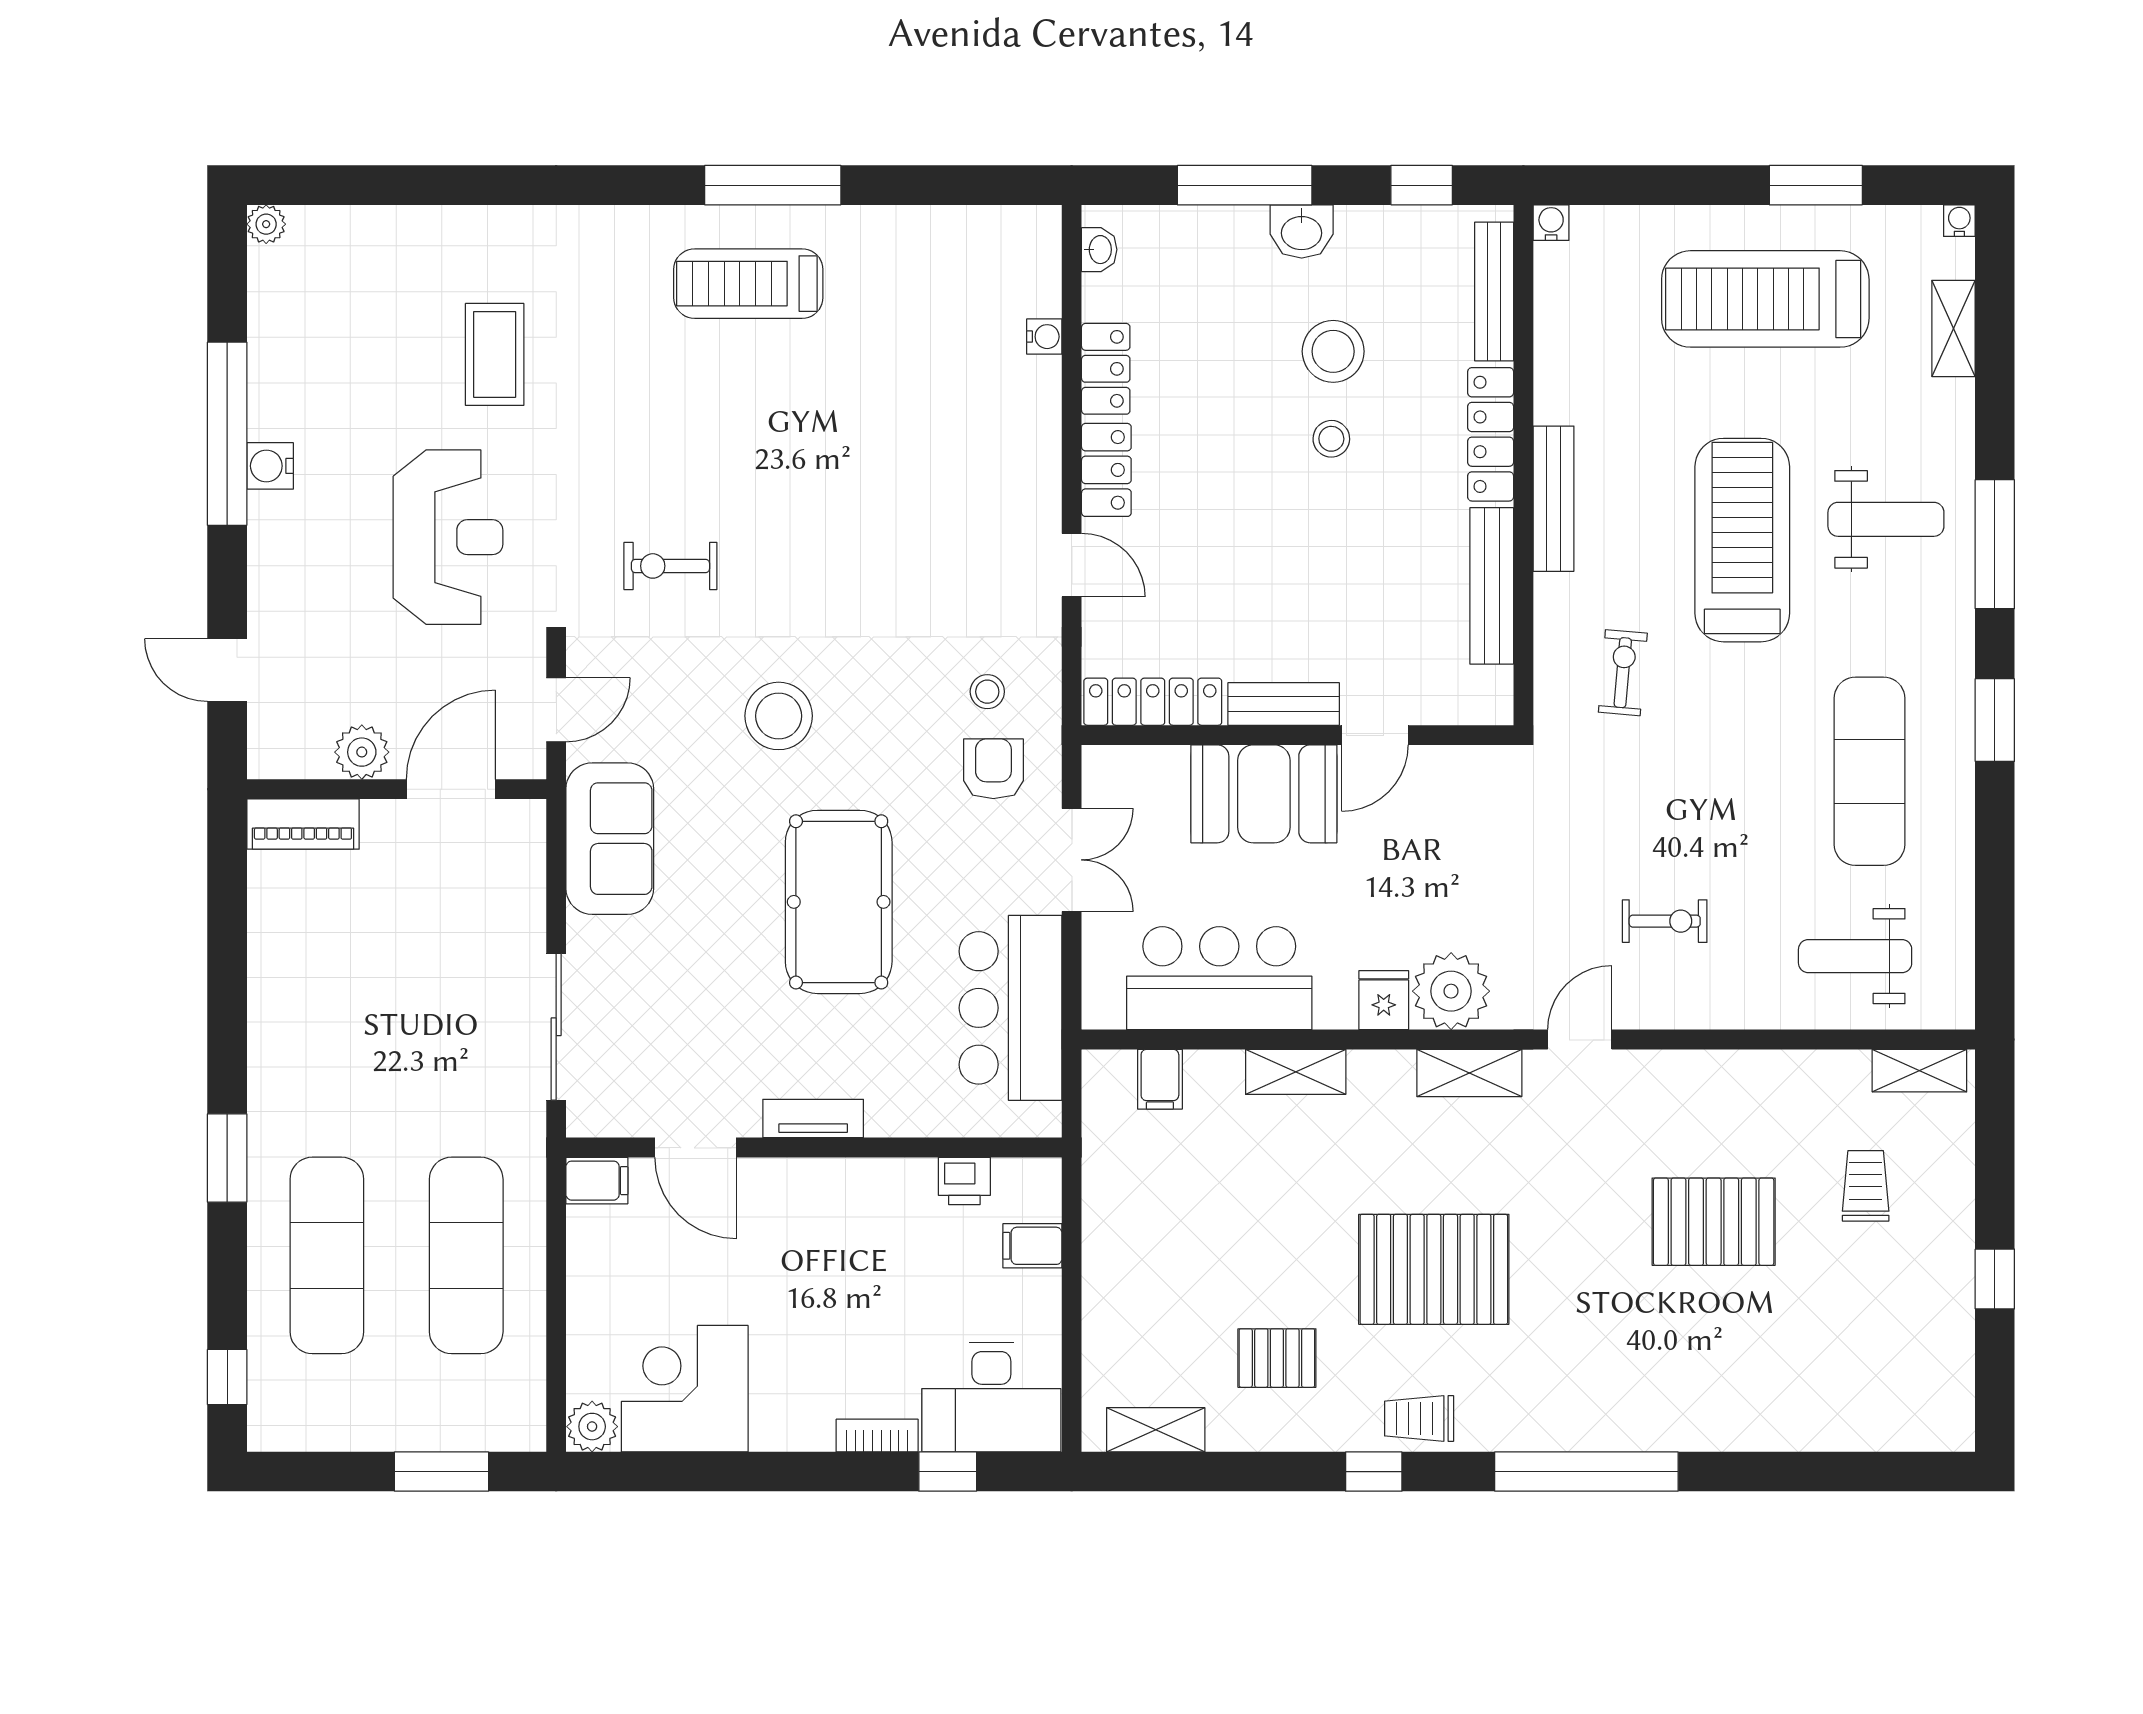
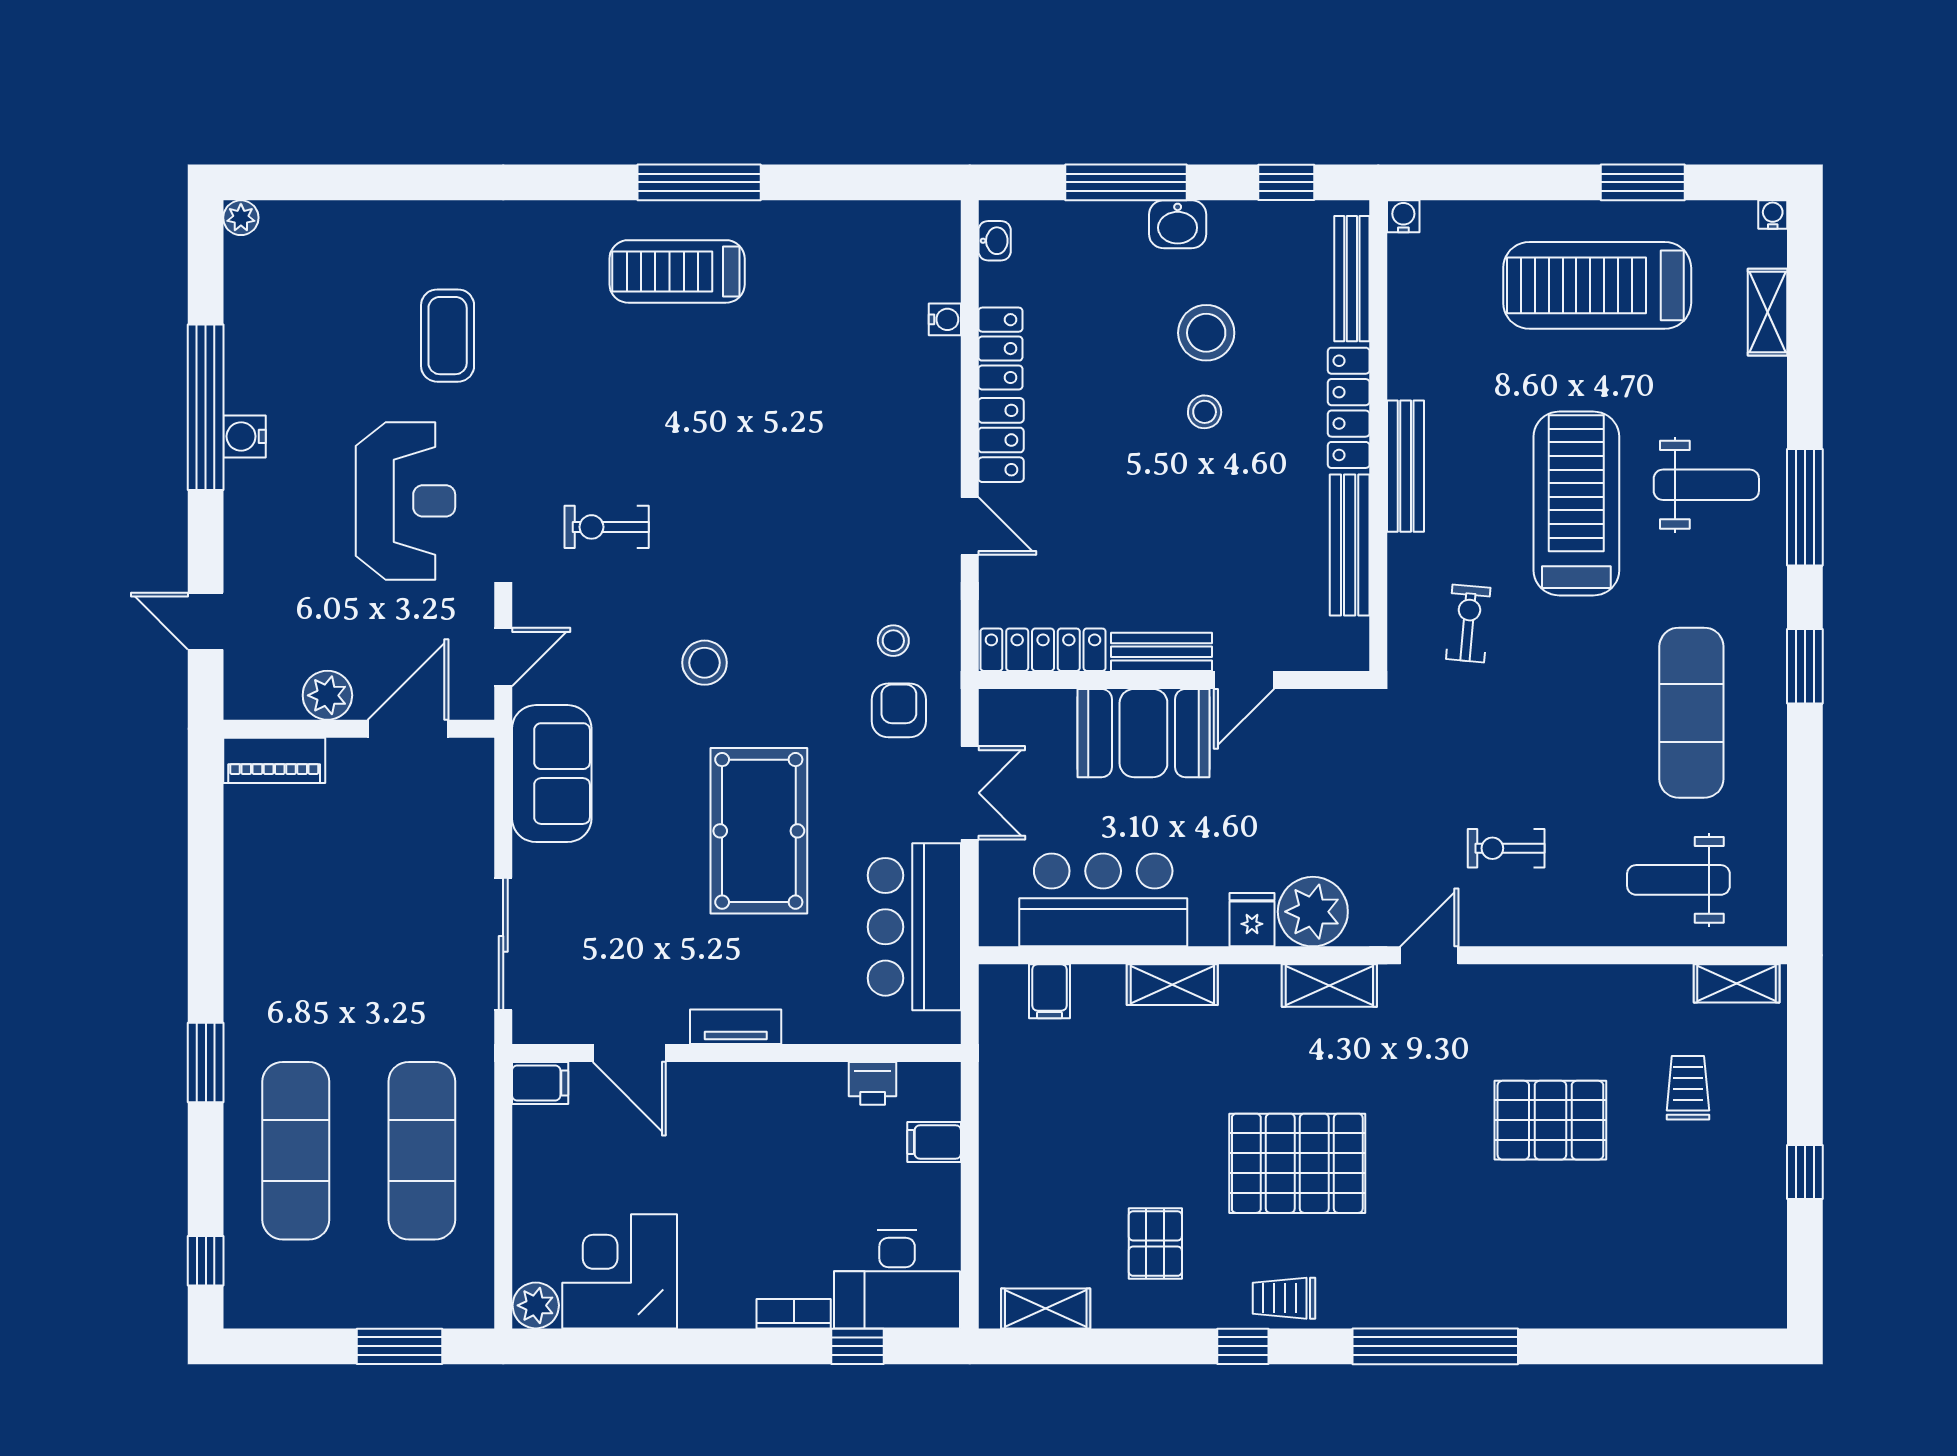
stool: (779, 716) -> (705, 663), width x0.73, depth x0.73
exercise bike: (1665, 921) -> (1506, 848), turned 180
pallet: (1277, 1358) -> (1155, 1244), turned 90

